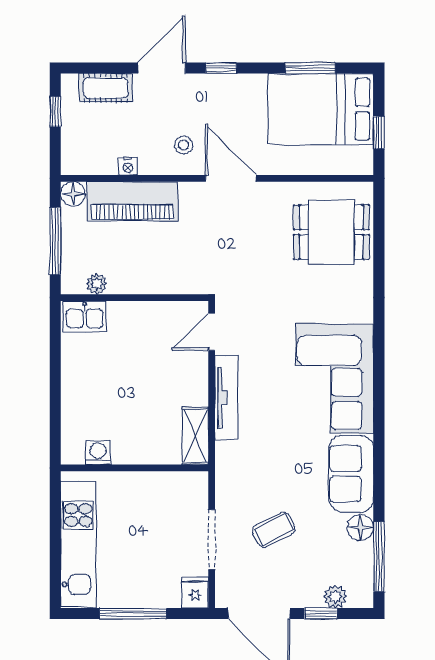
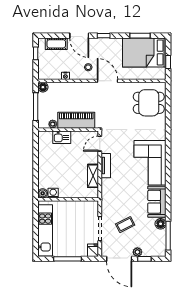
door: (162, 68) -> (79, 36), swing flipped
piano: (132, 201) -> (76, 120), moved, turned 180
kitchen sink: (85, 316) -> (62, 137), moved
tv unit: (226, 398) -> (106, 166), width x0.71
shelving: (195, 436) -> (93, 176), moved
boiler: (72, 453) -> (43, 193), added
plant: (335, 597) -> (137, 252), moved

